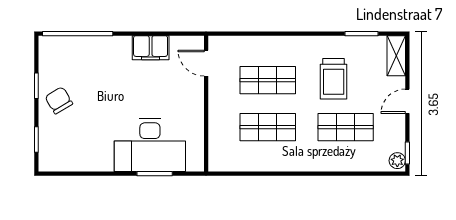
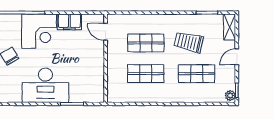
corner desk: (104, 62) -> (39, 31), added
trolley: (334, 79) -> (189, 42), turned 103
desk: (150, 145) -> (45, 85), moved

